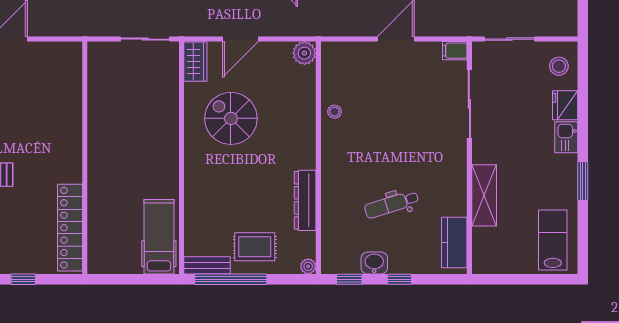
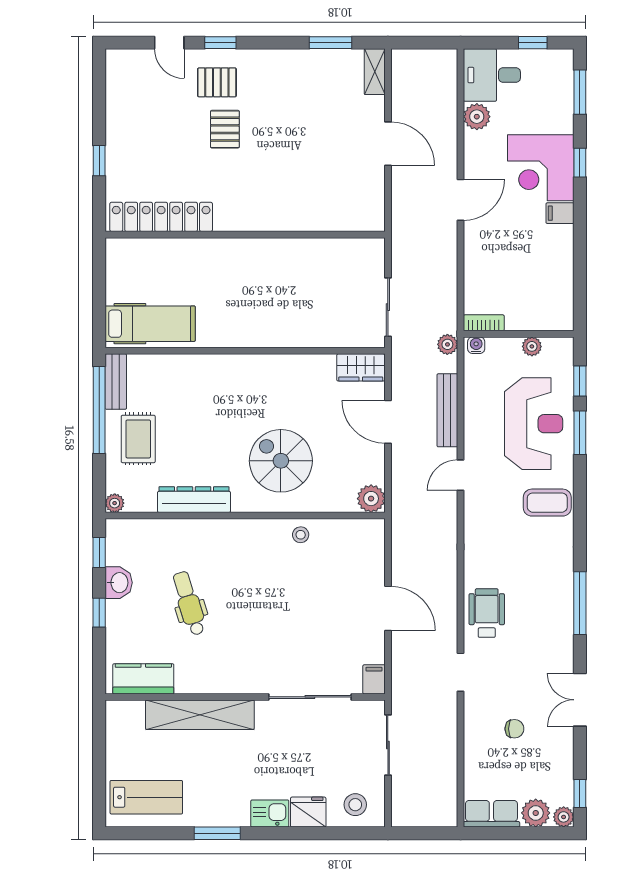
spiral stairs: (231, 118) -> (281, 461), moved, turned -90
shelving: (484, 195) -> (200, 715), width x1.47

